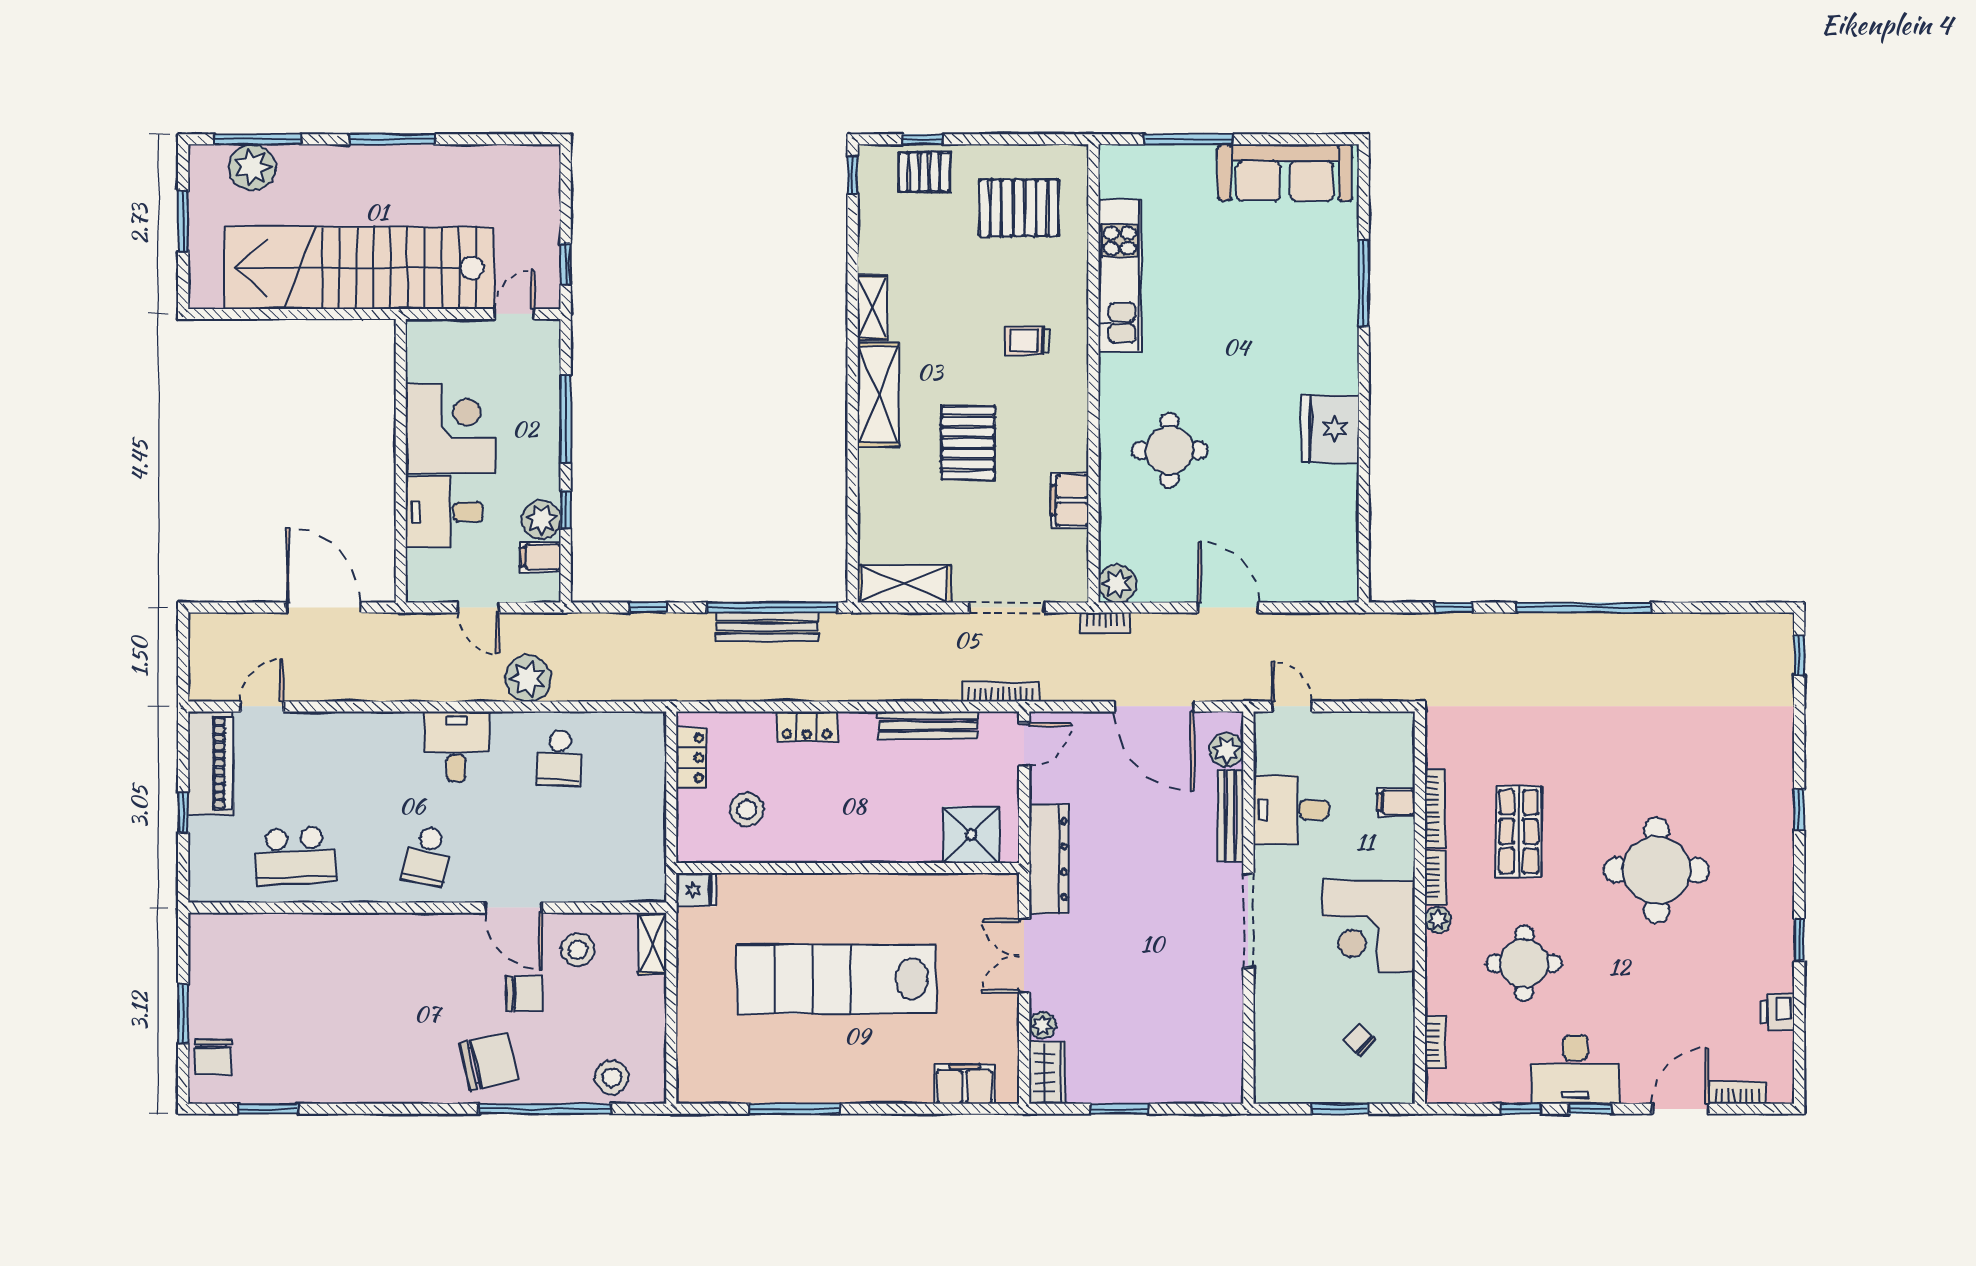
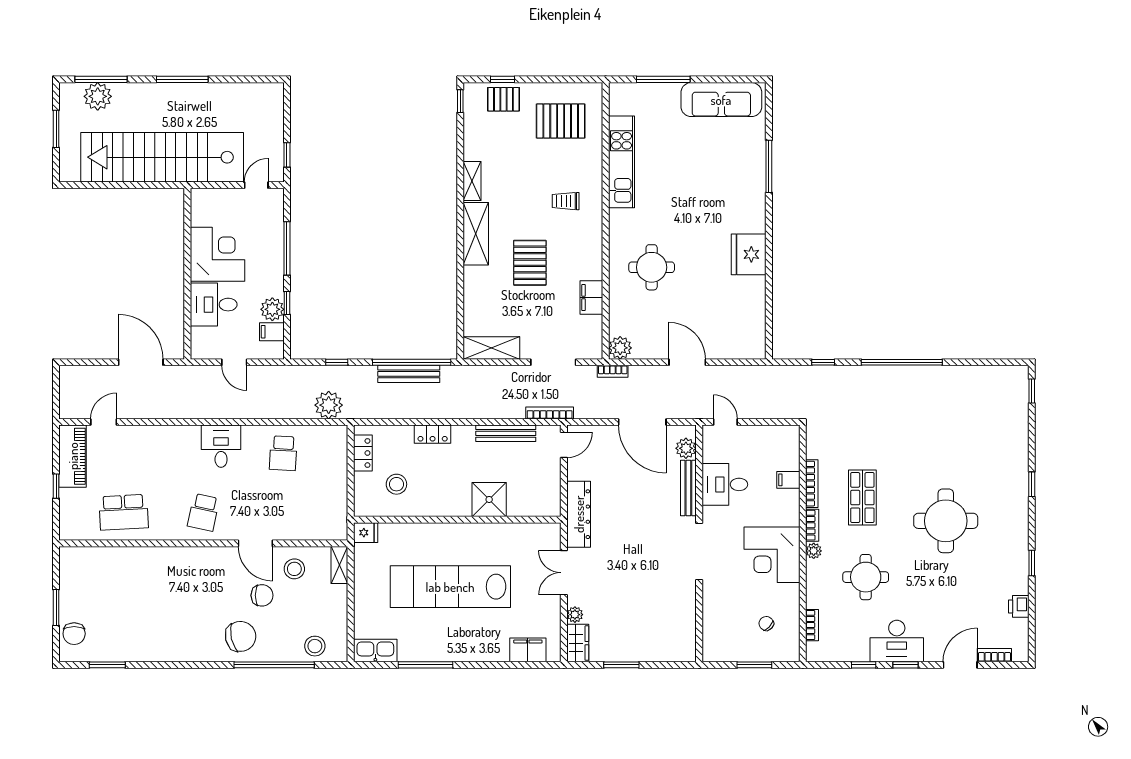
plant: (528, 678) -> (329, 405), moved
shower: (971, 835) -> (489, 499), moved
kitchen sink: (712, 1085) -> (375, 651), added

